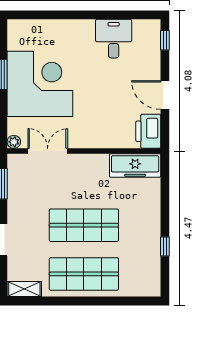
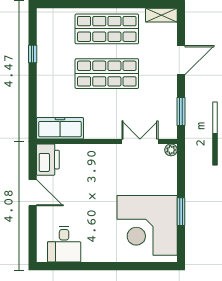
desk: (114, 39) -> (64, 244), moved
window: (165, 40) -> (33, 243), removed
corner desk: (40, 84) -> (147, 225), moved
double door: (48, 151) -> (140, 141), swing flipped

